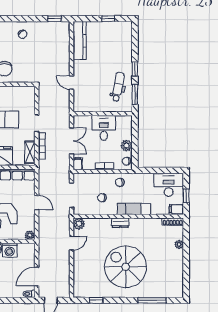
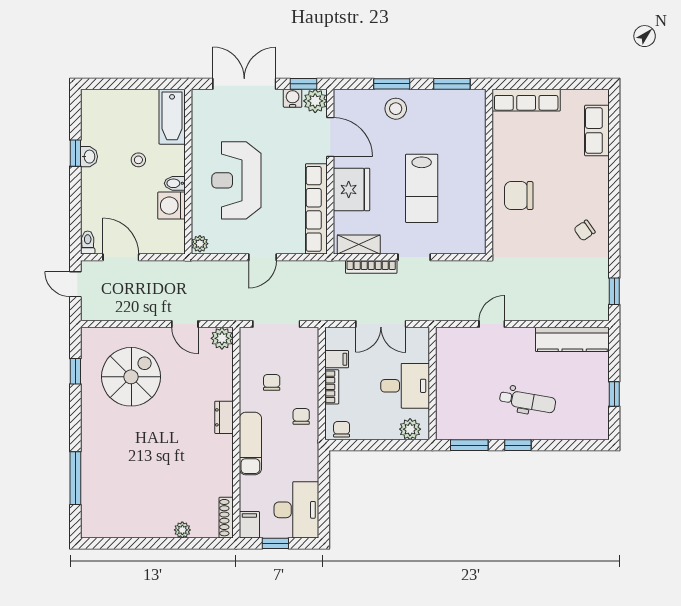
dental chair: (118, 87) -> (528, 401), moved
plant: (126, 146) -> (410, 429), moved
filing cabinet: (78, 164) -> (337, 359), moved
spiral stairs: (126, 267) -> (131, 377), moved, width x0.73, depth x0.73

